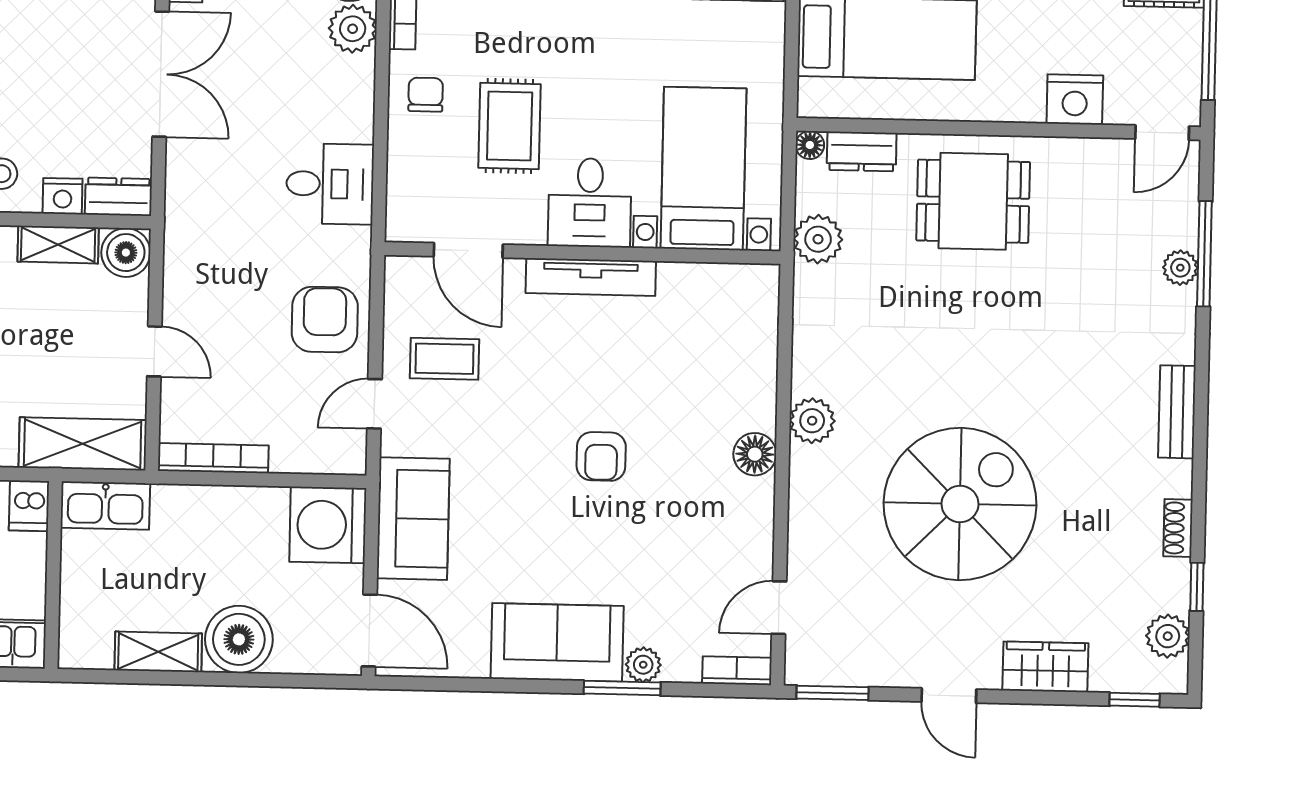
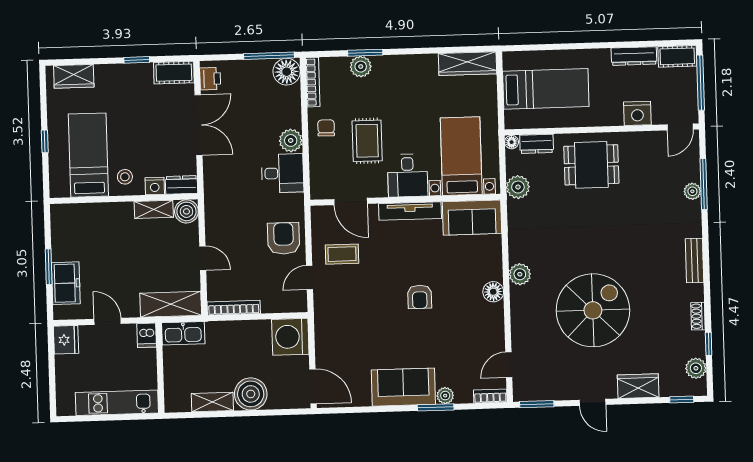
plant: (353, 29) -> (291, 140), moved
sofa: (413, 519) -> (472, 218), moved, turned 90

